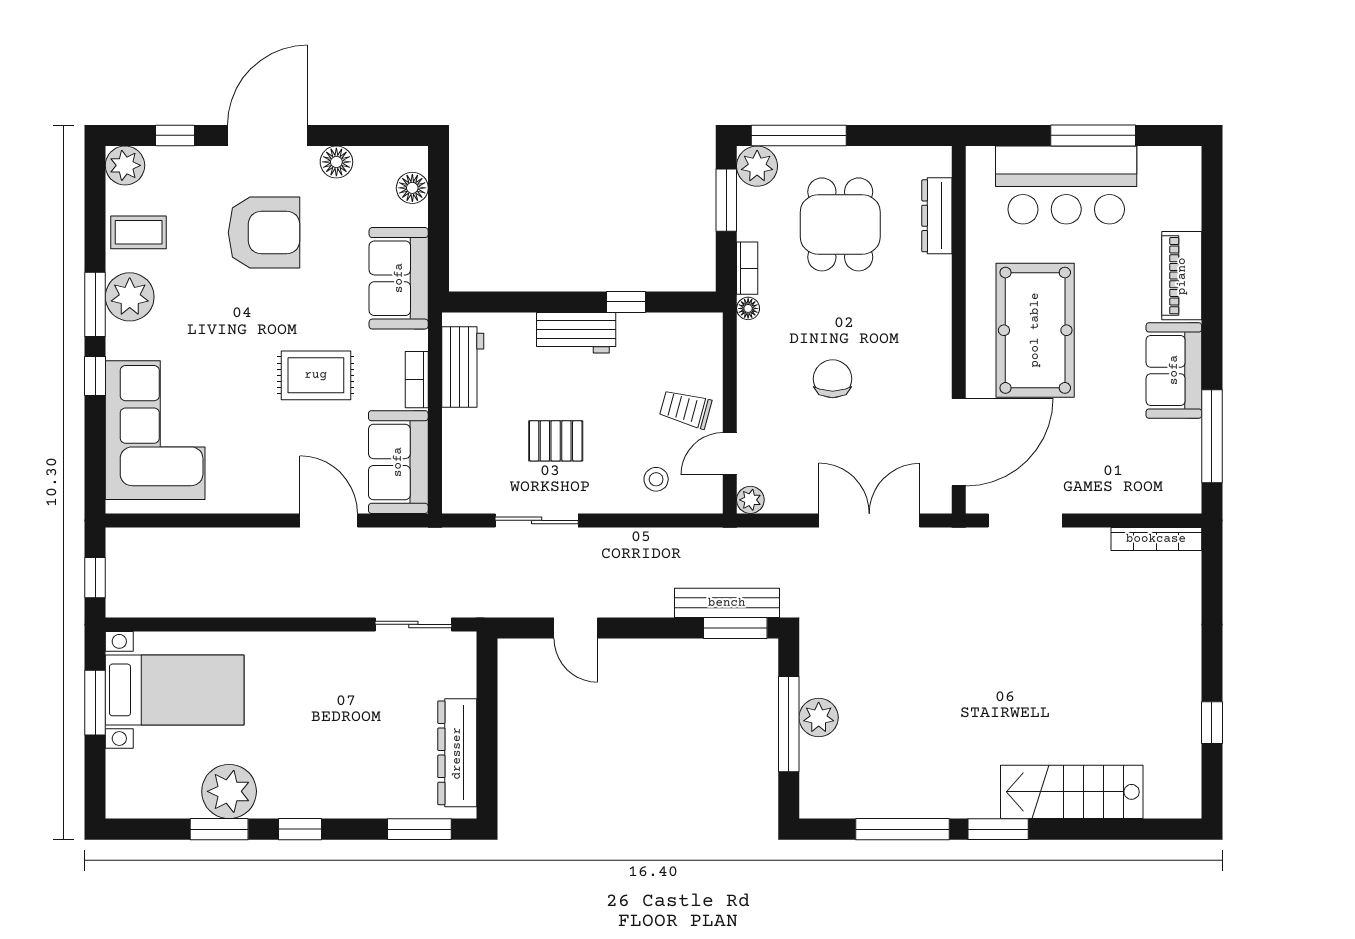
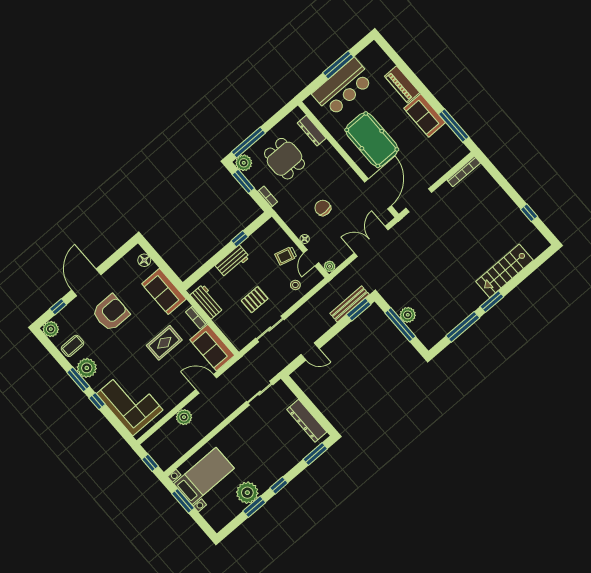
floor lamp: (336, 162) -> (114, 272), removed
floor lamp: (748, 308) -> (305, 239), moved
plant: (233, 547) -> (184, 417), added

